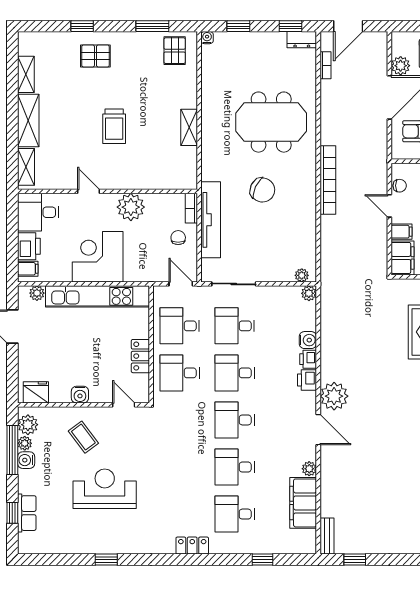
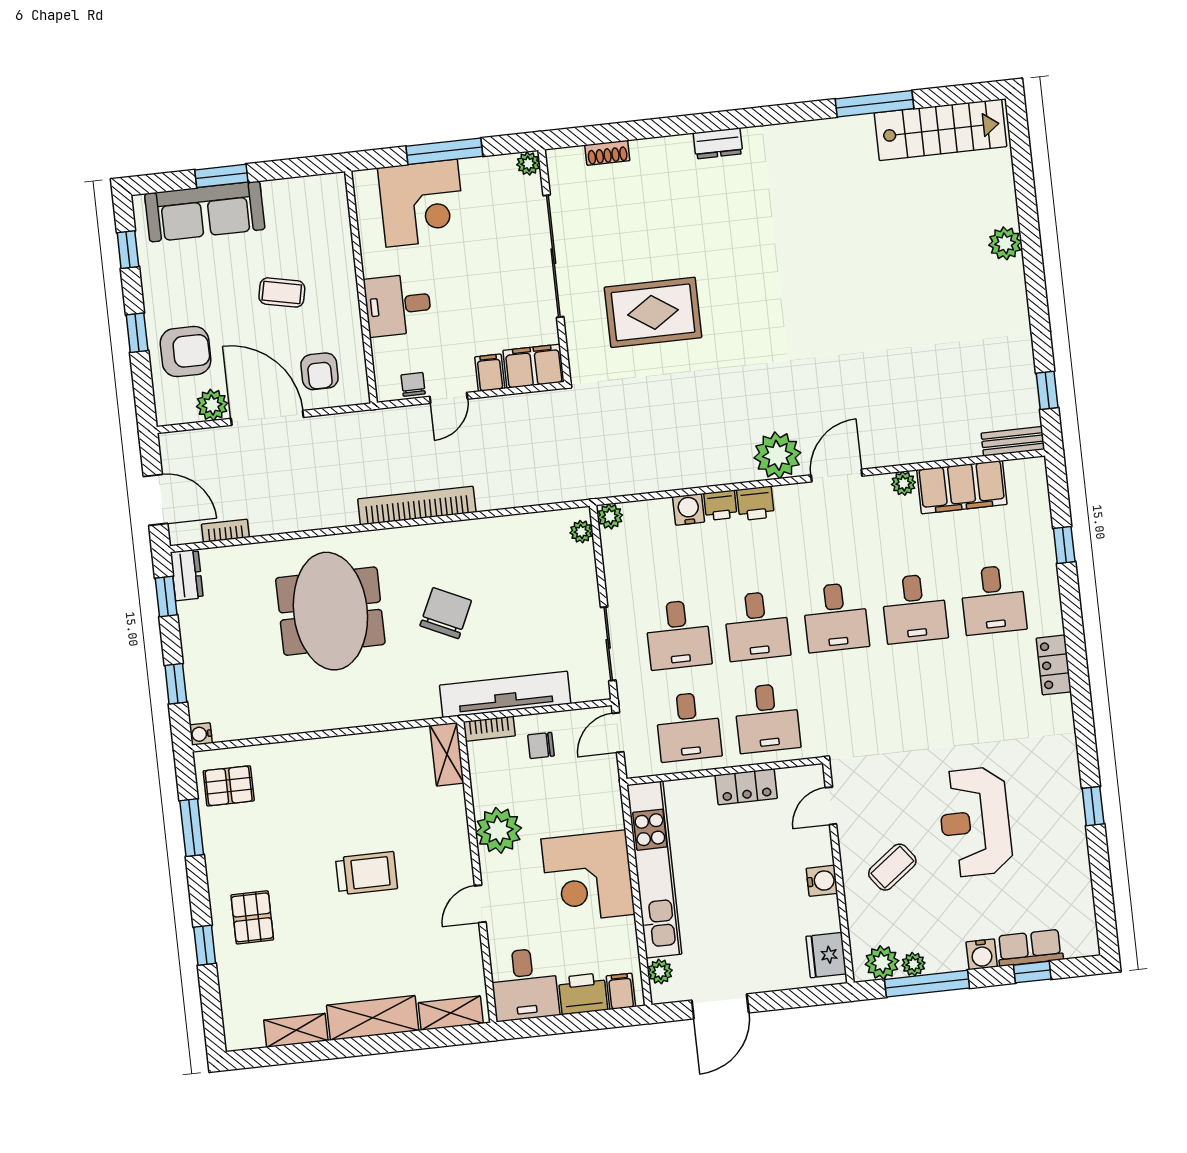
shelving: (189, 127) -> (447, 754), moved, turned 90
water cooler: (26, 460) -> (982, 954), moved

